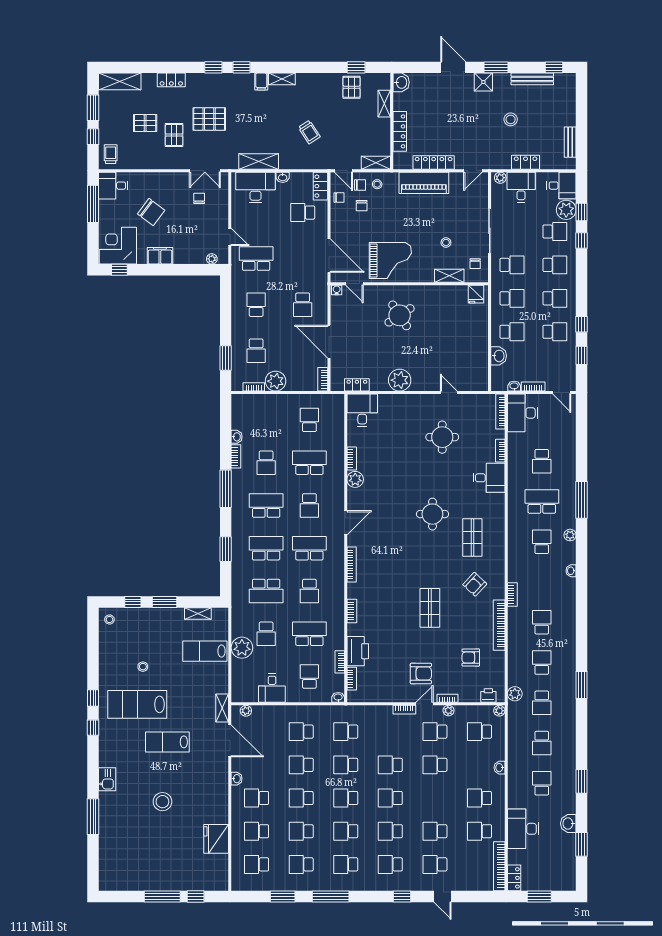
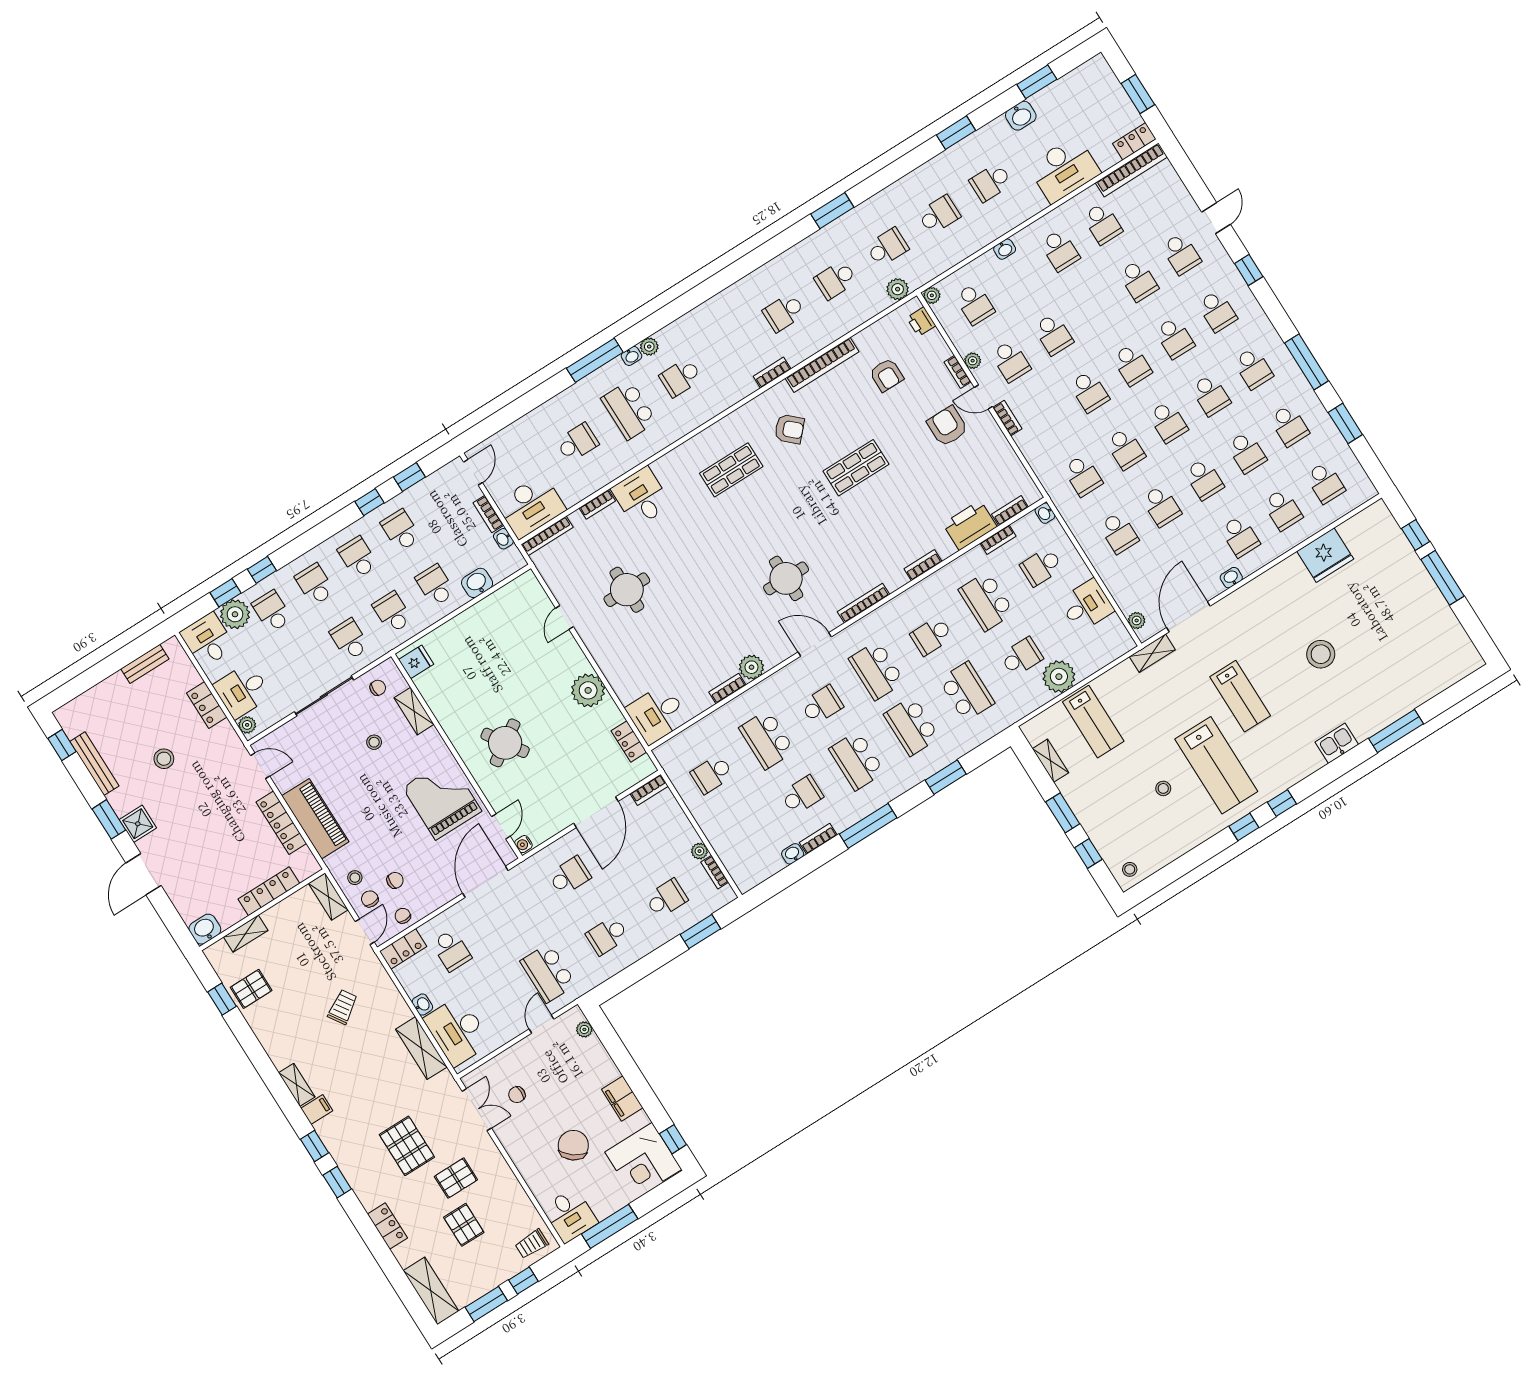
plant: (276, 381) -> (699, 851), width x0.53, depth x0.53
round table: (432, 514) -> (786, 578), moved
washbasin: (571, 571) -> (631, 356), moved
school desk: (309, 591) -> (932, 636), turned 180

